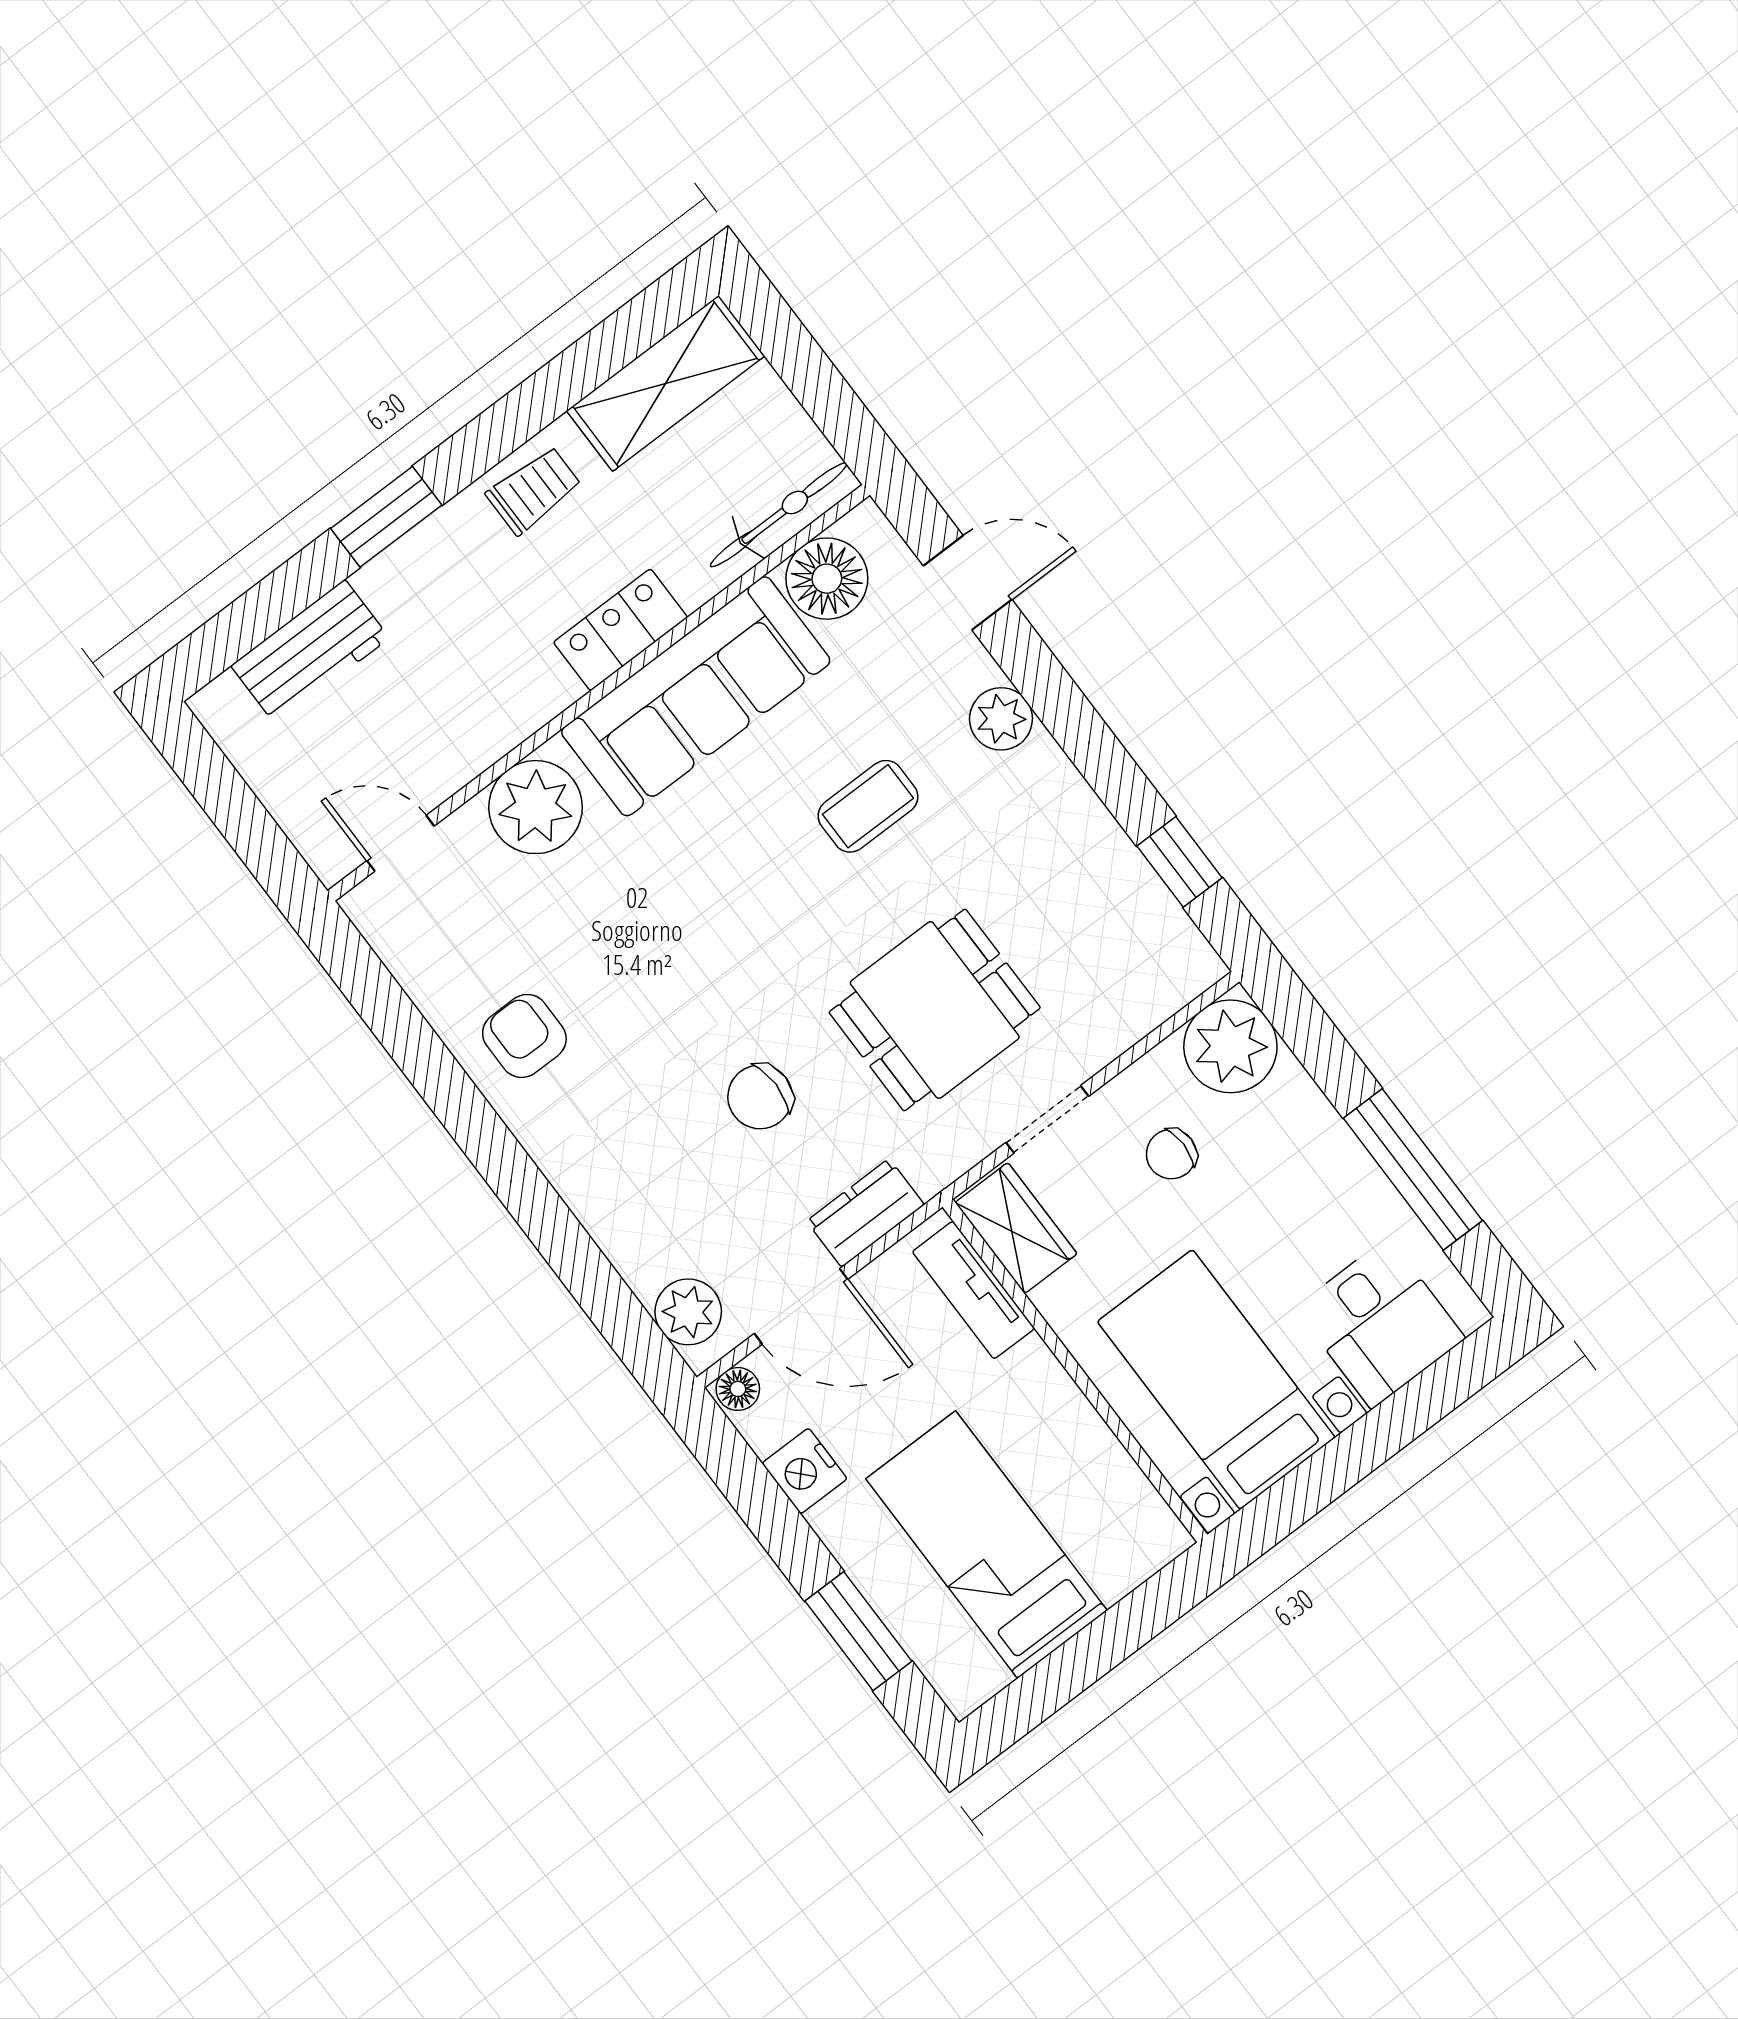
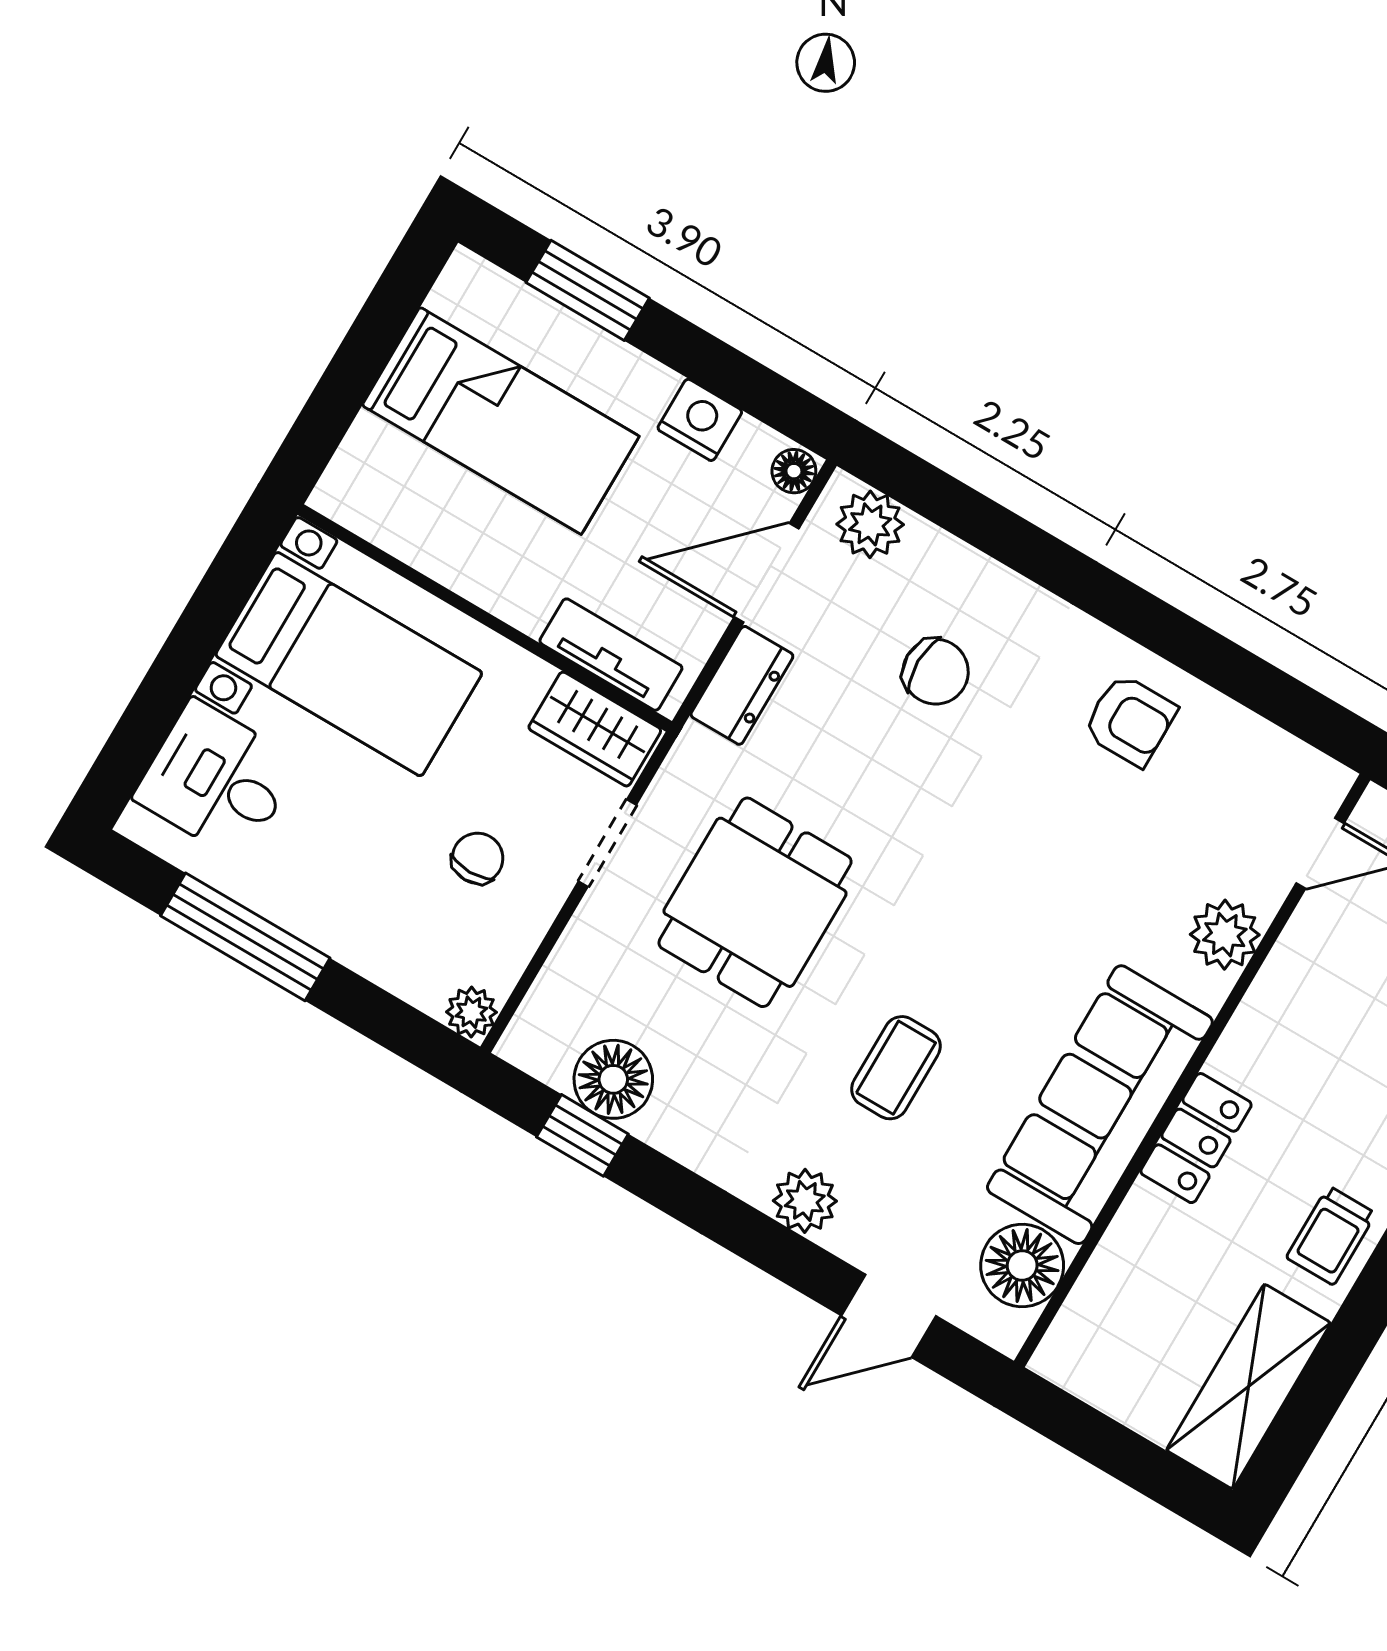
bicycle: (779, 515) -> (1092, 1307), removed
plant: (536, 807) -> (1225, 935), width x0.73, depth x0.73
floor lamp: (1130, 901) -> (613, 1079), added
plant: (1230, 1046) -> (471, 1012), width x0.53, depth x0.53
chair: (760, 1097) -> (936, 672), moved, turned 90

